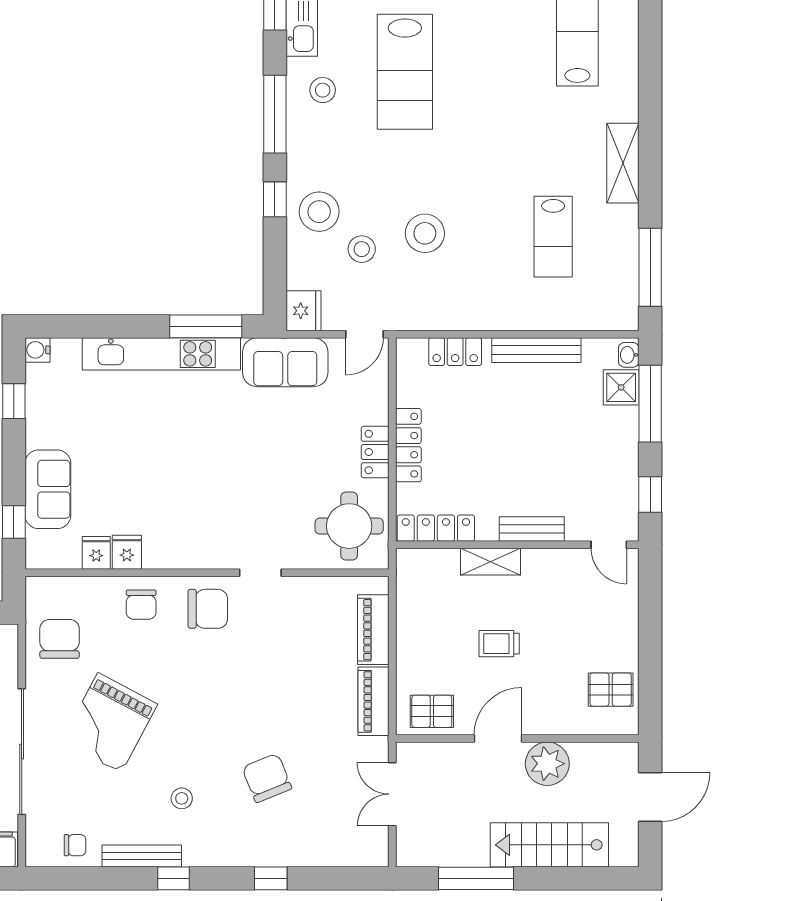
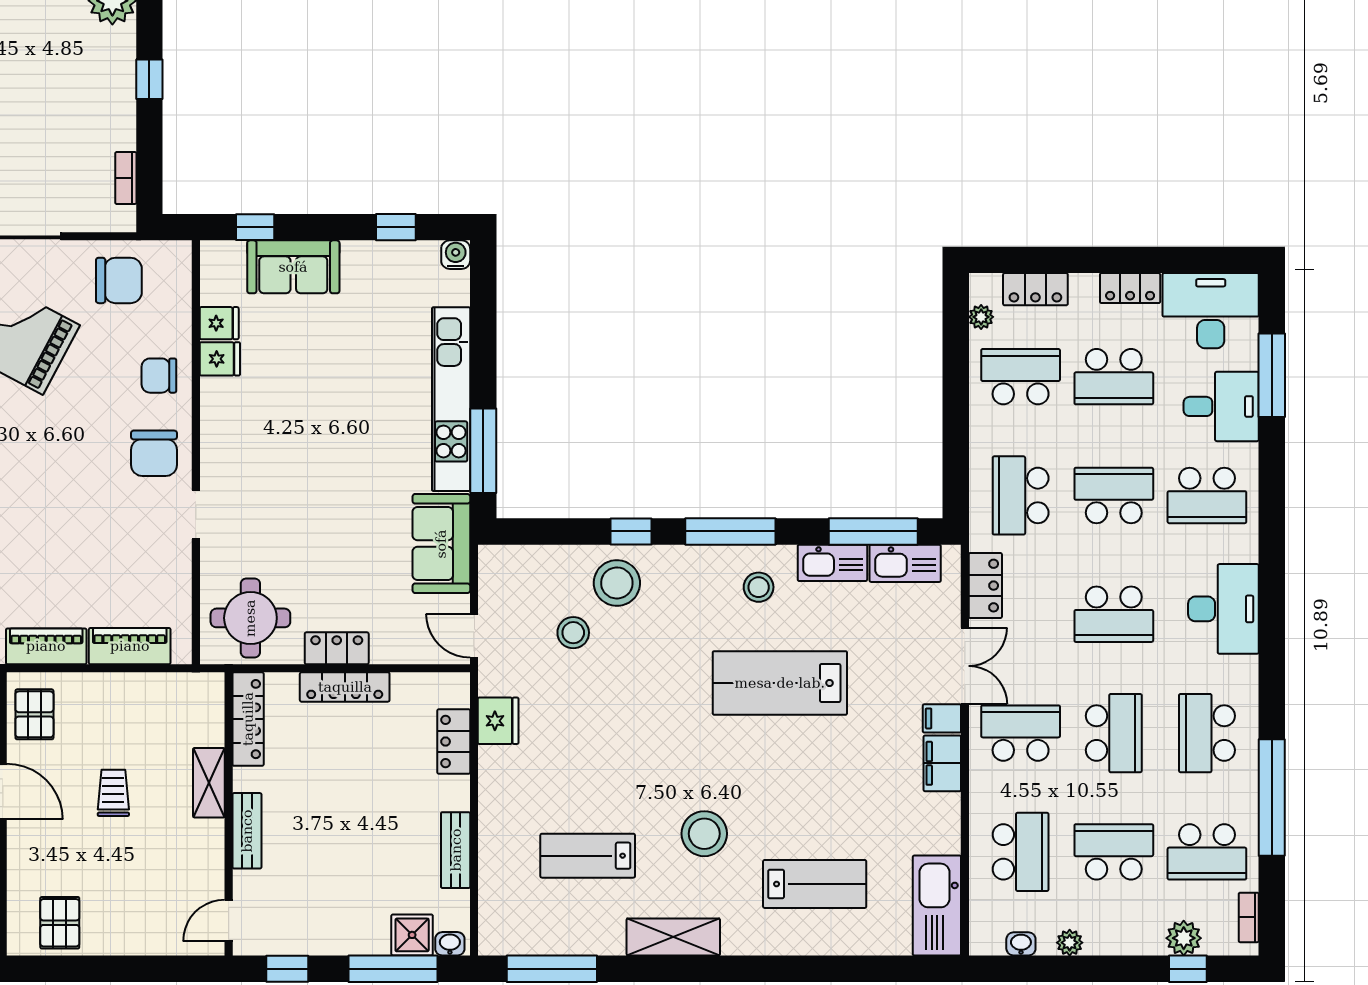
stool: (425, 233) -> (704, 834), moved
fridge: (303, 311) -> (498, 721), moved, turned -90
bench: (536, 350) -> (456, 850), width x0.73

